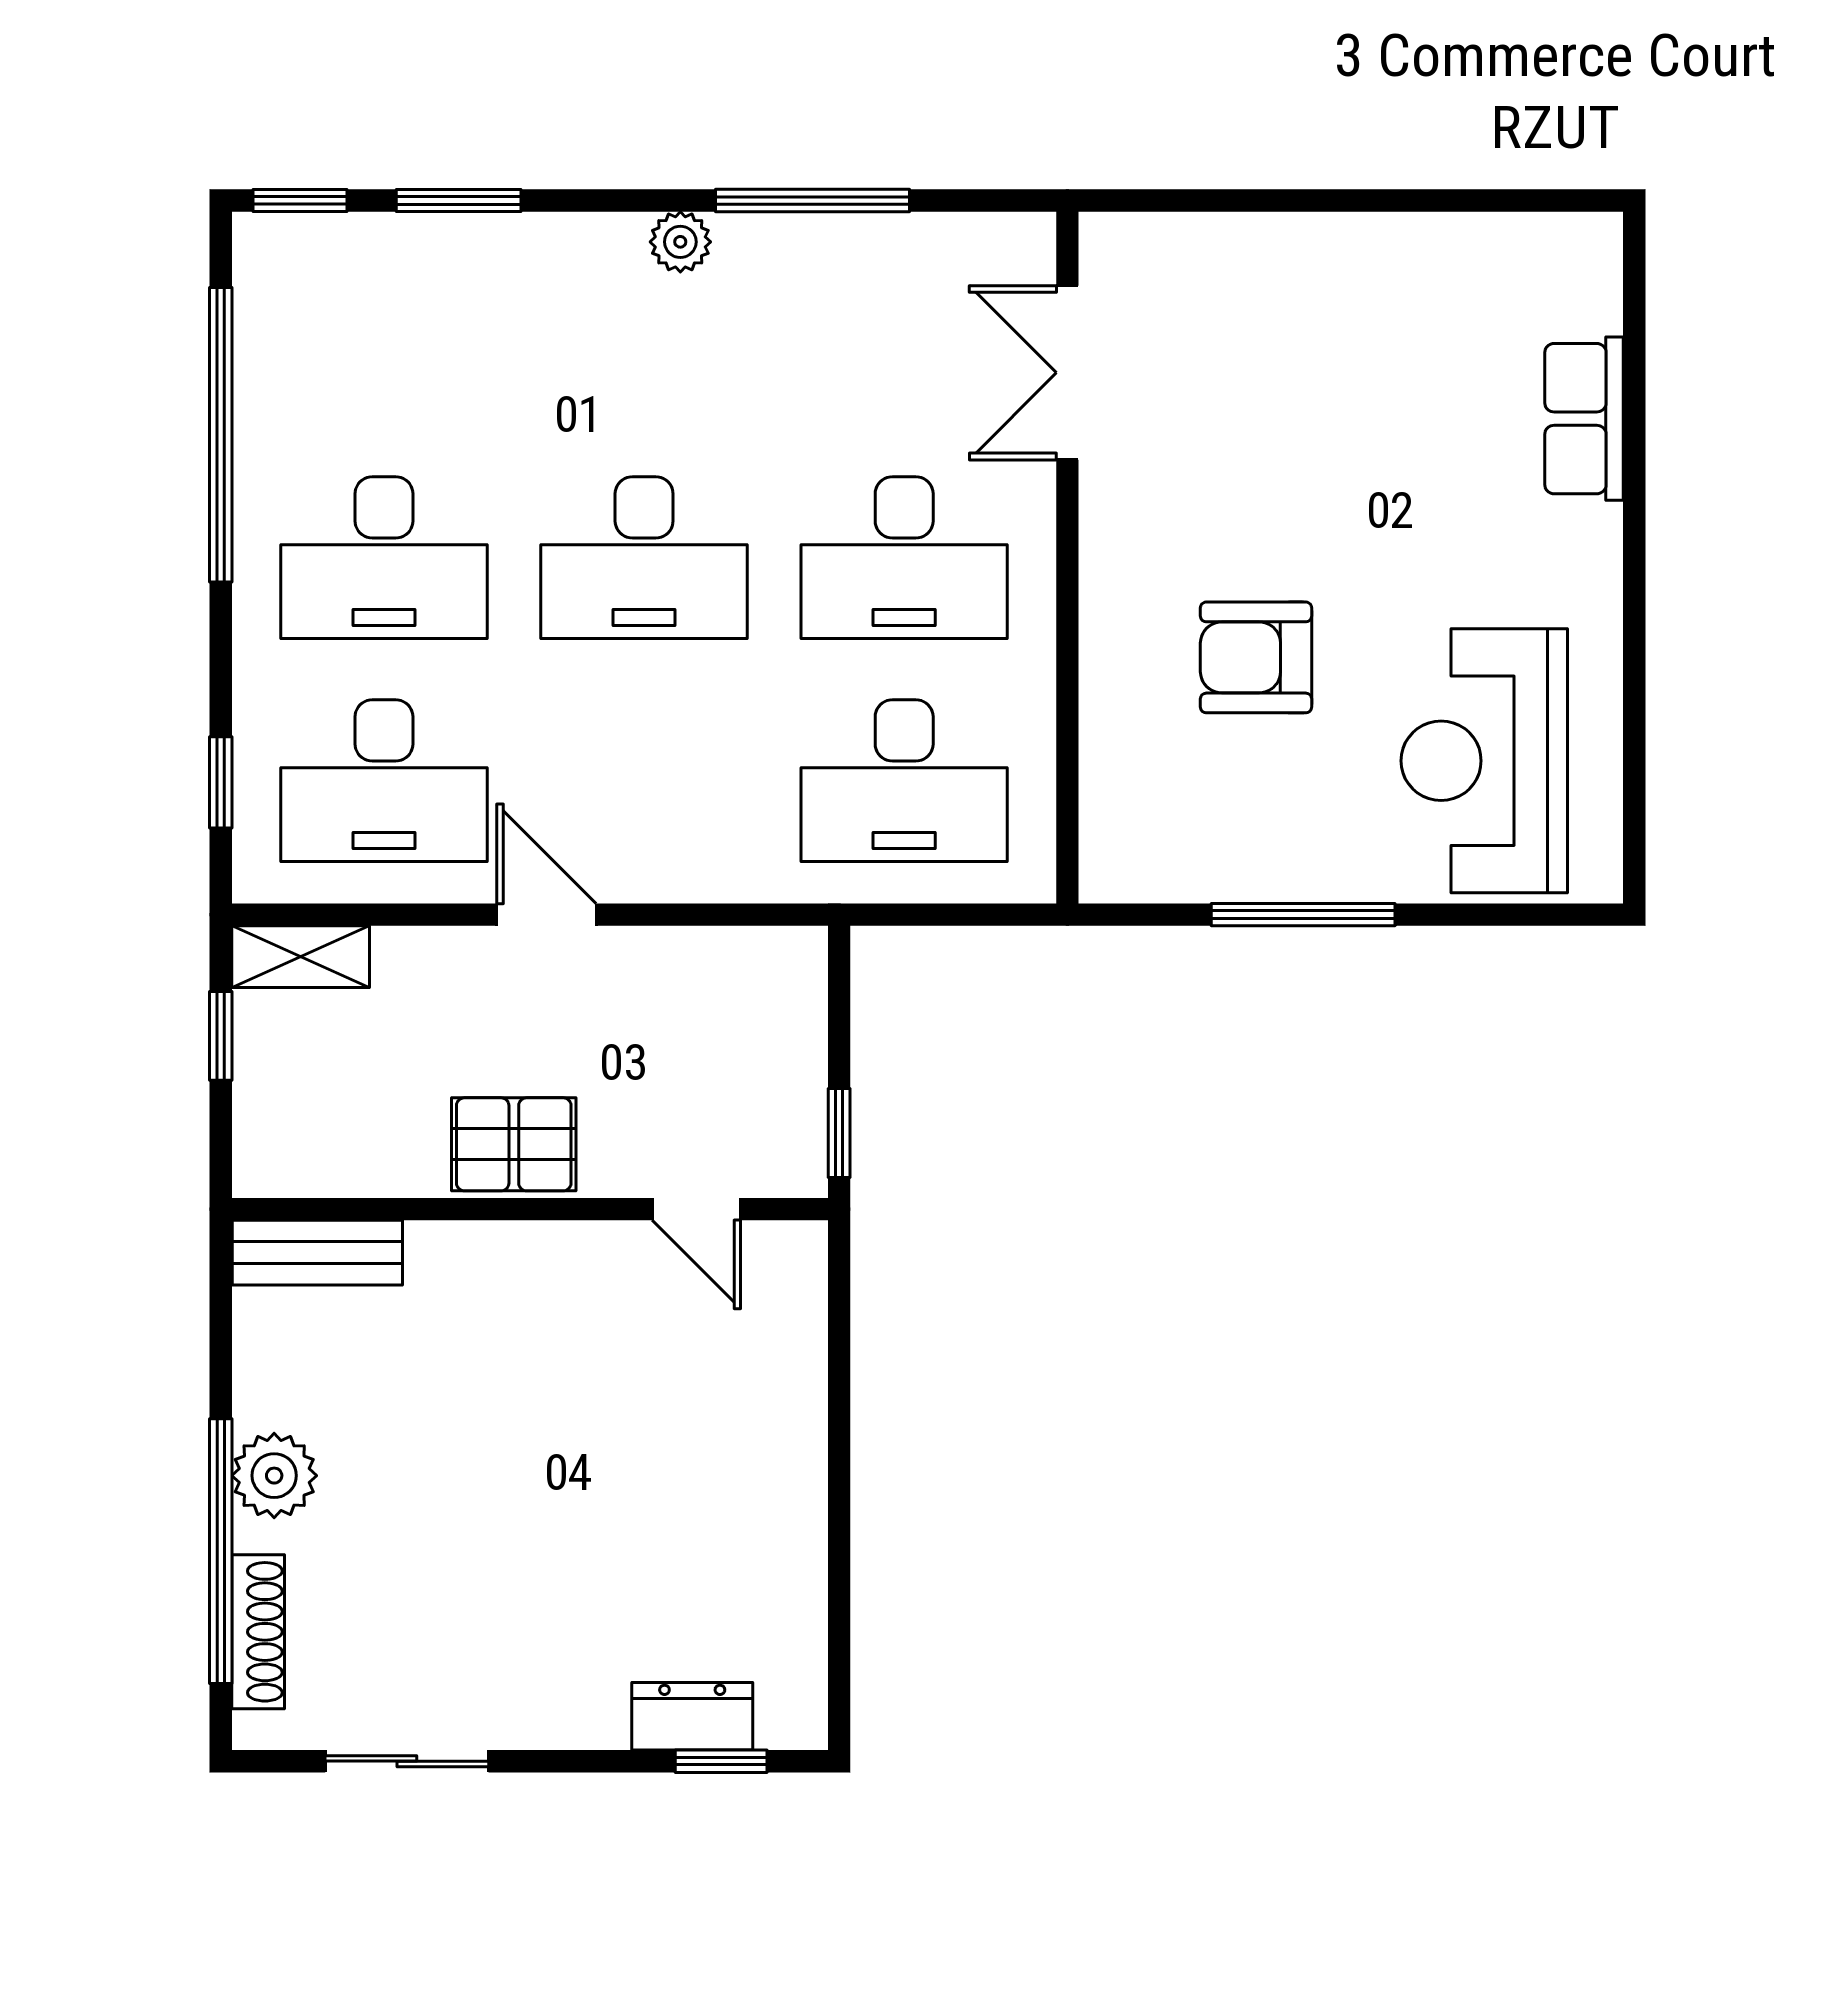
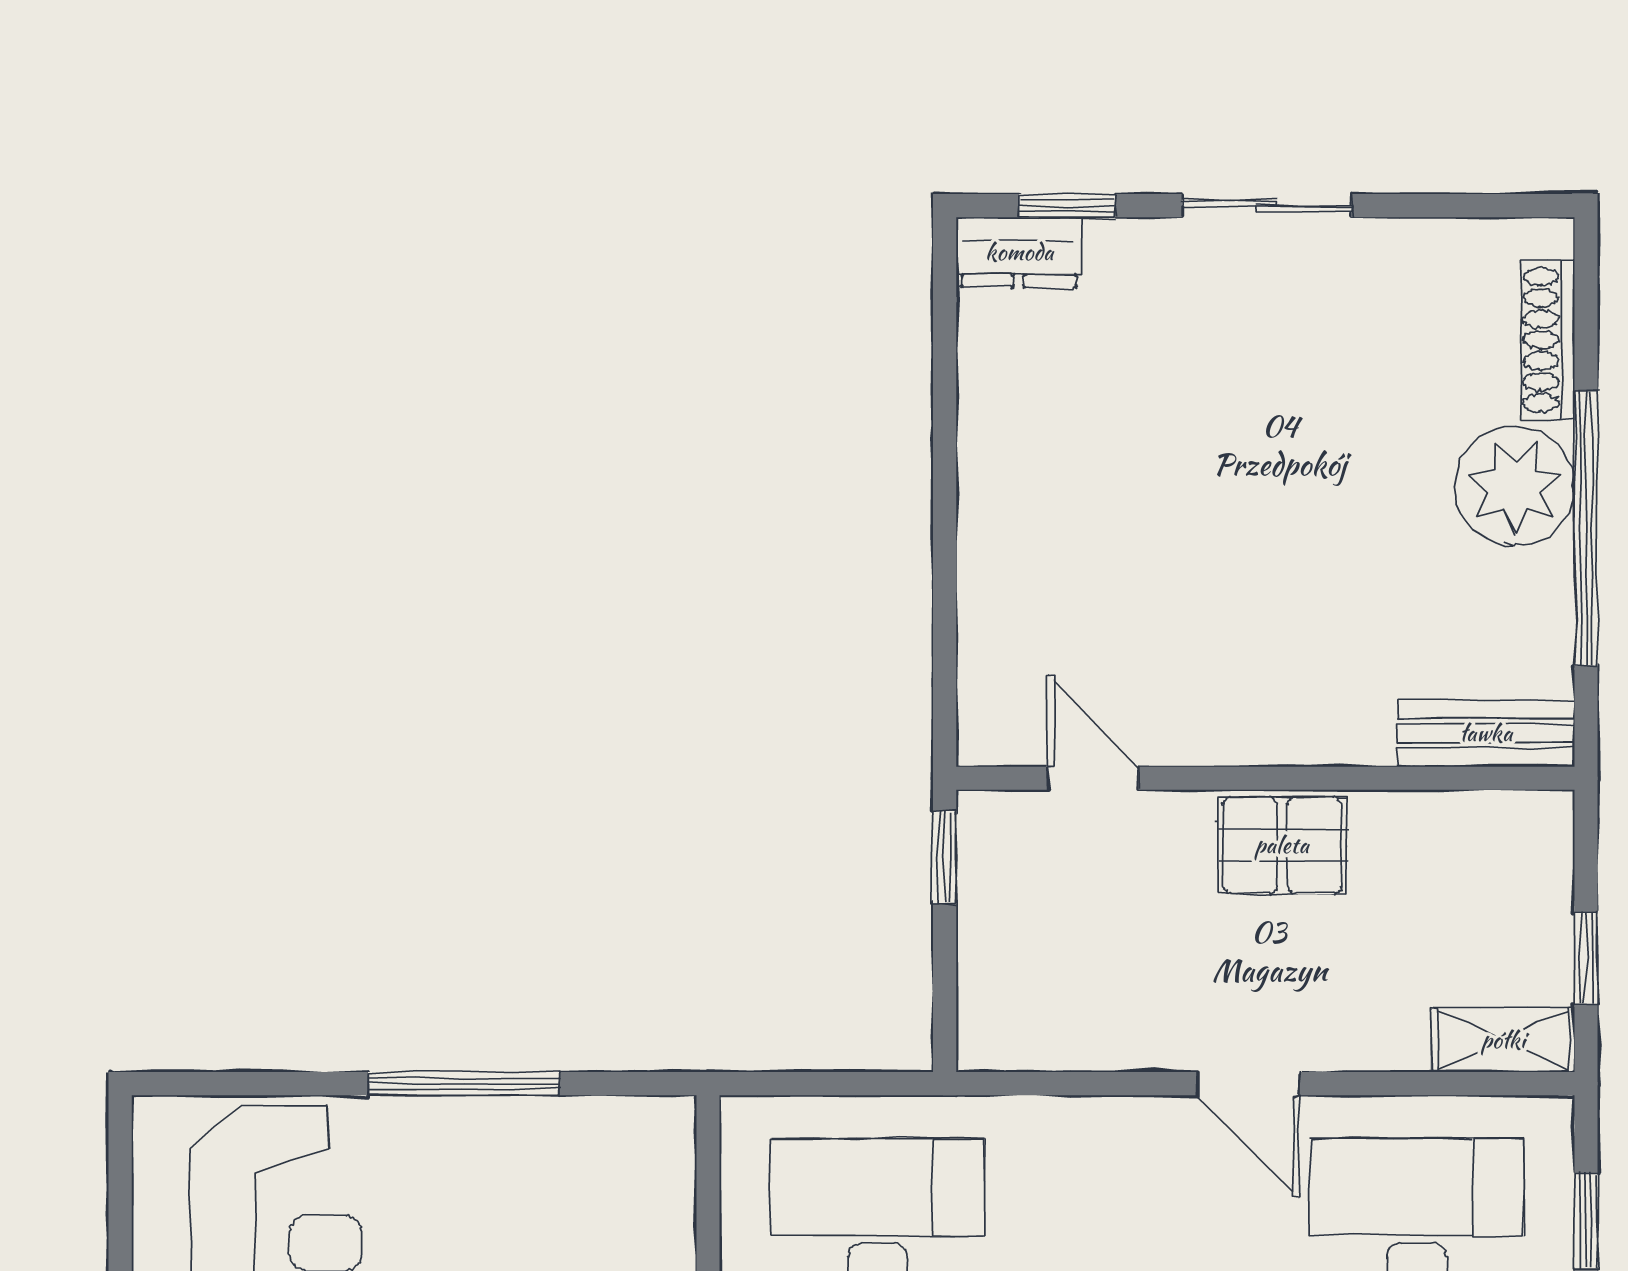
plant: (274, 1476) -> (1515, 486), width x1.36, depth x1.36
window: (221, 1551) -> (1586, 528), moved
dresser: (692, 1716) -> (1019, 252), moved
sliding door: (407, 1761) -> (1267, 206), moved

